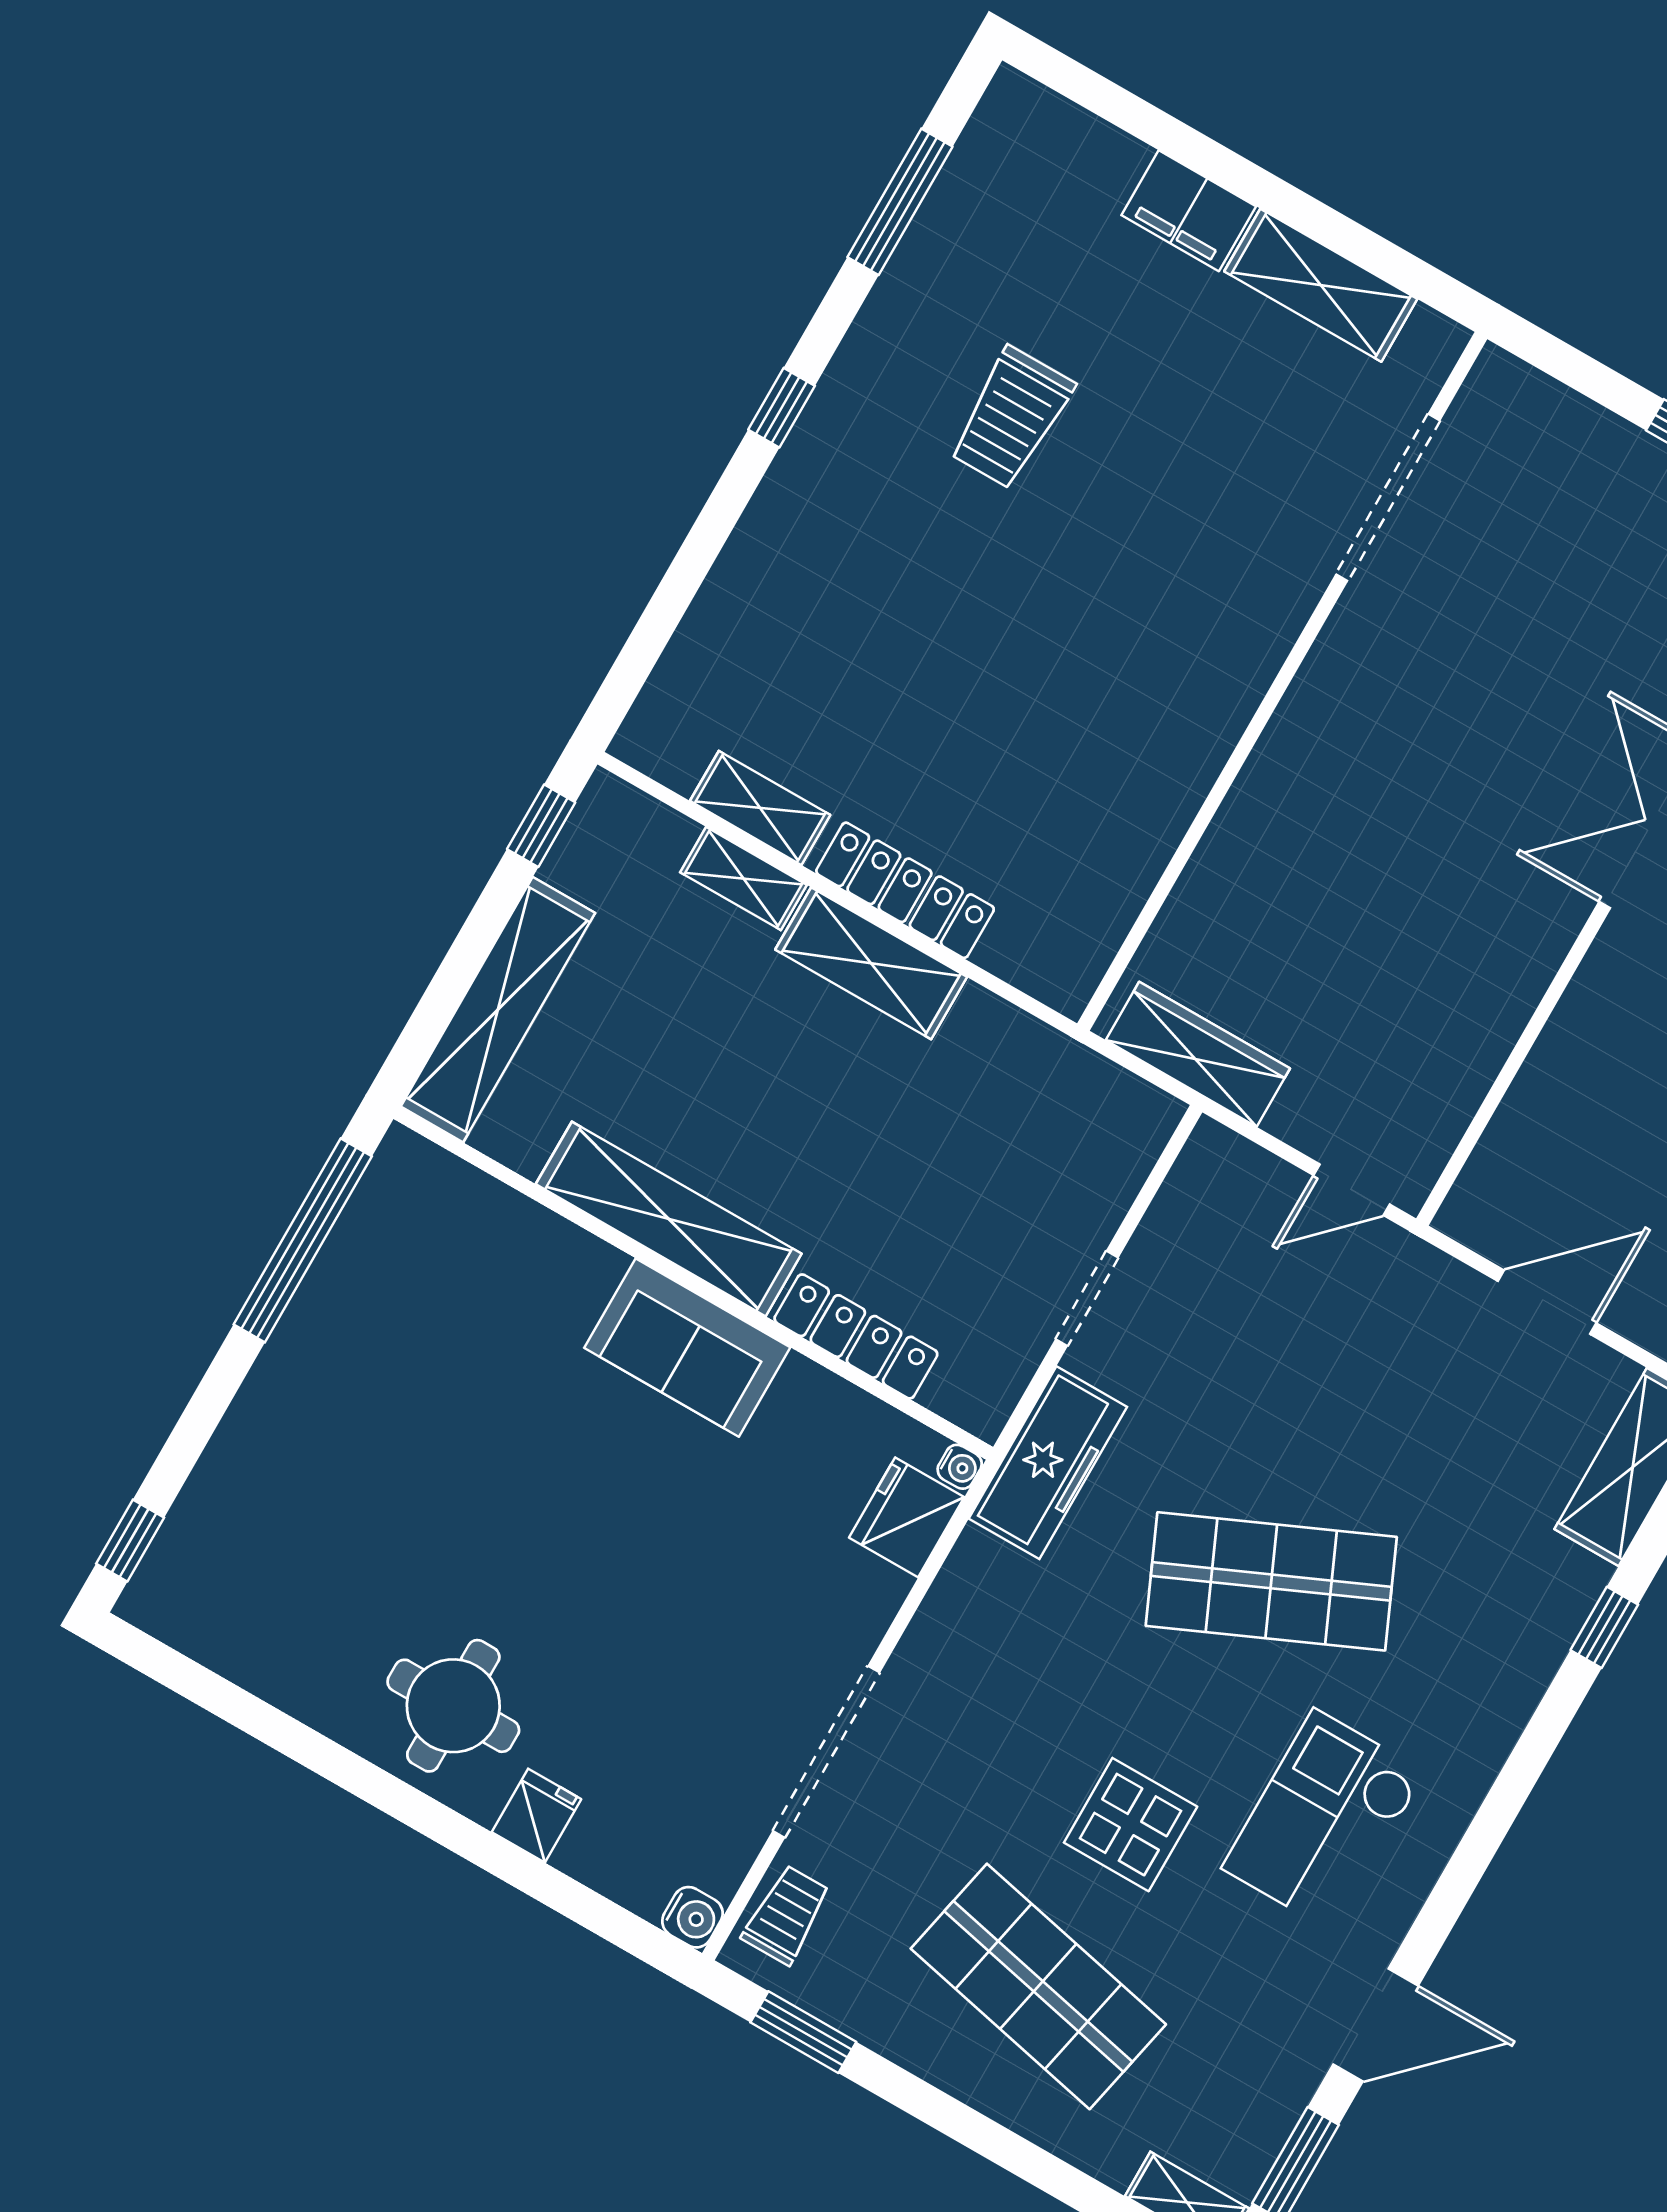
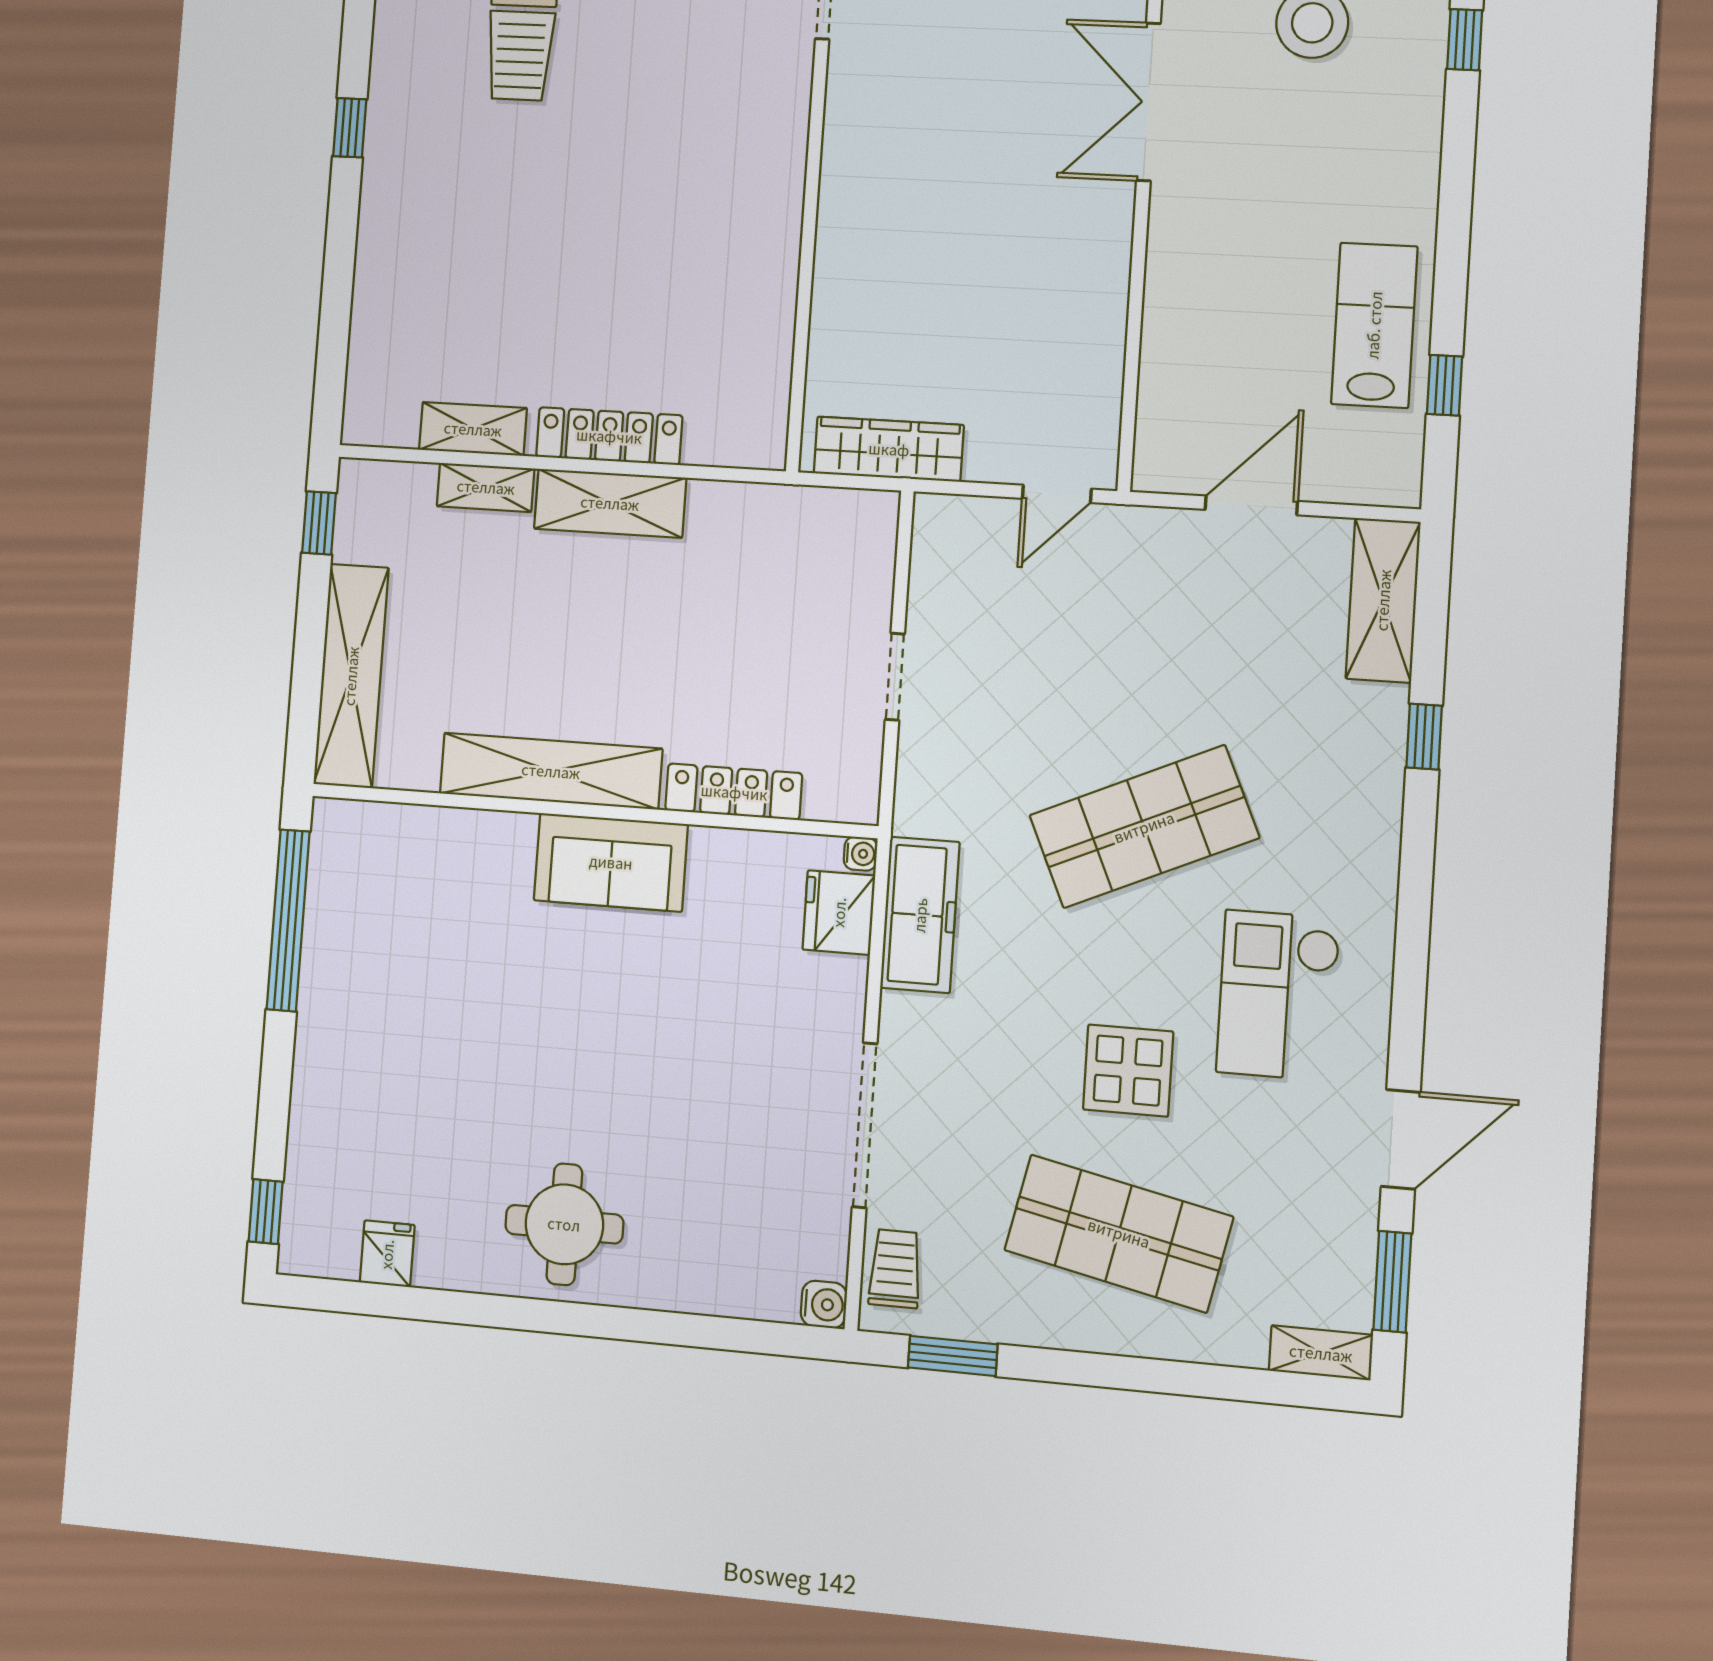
freezer: (1048, 1463) -> (920, 915), moved
fridge: (536, 1816) -> (387, 1254), moved

